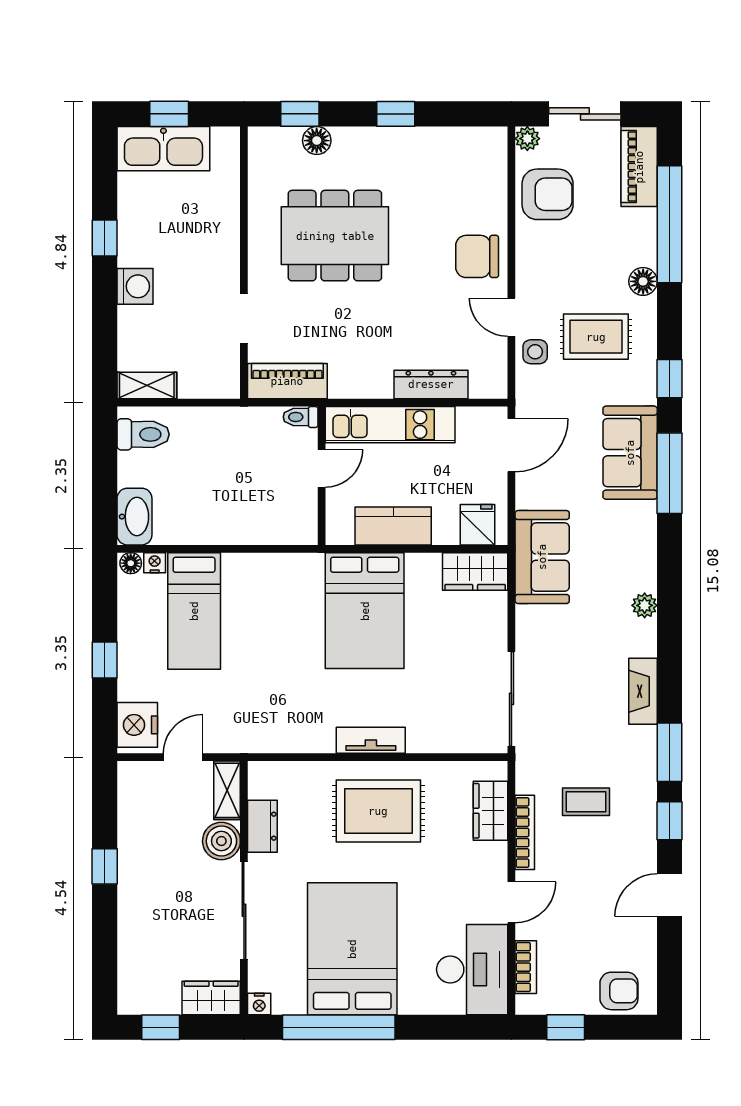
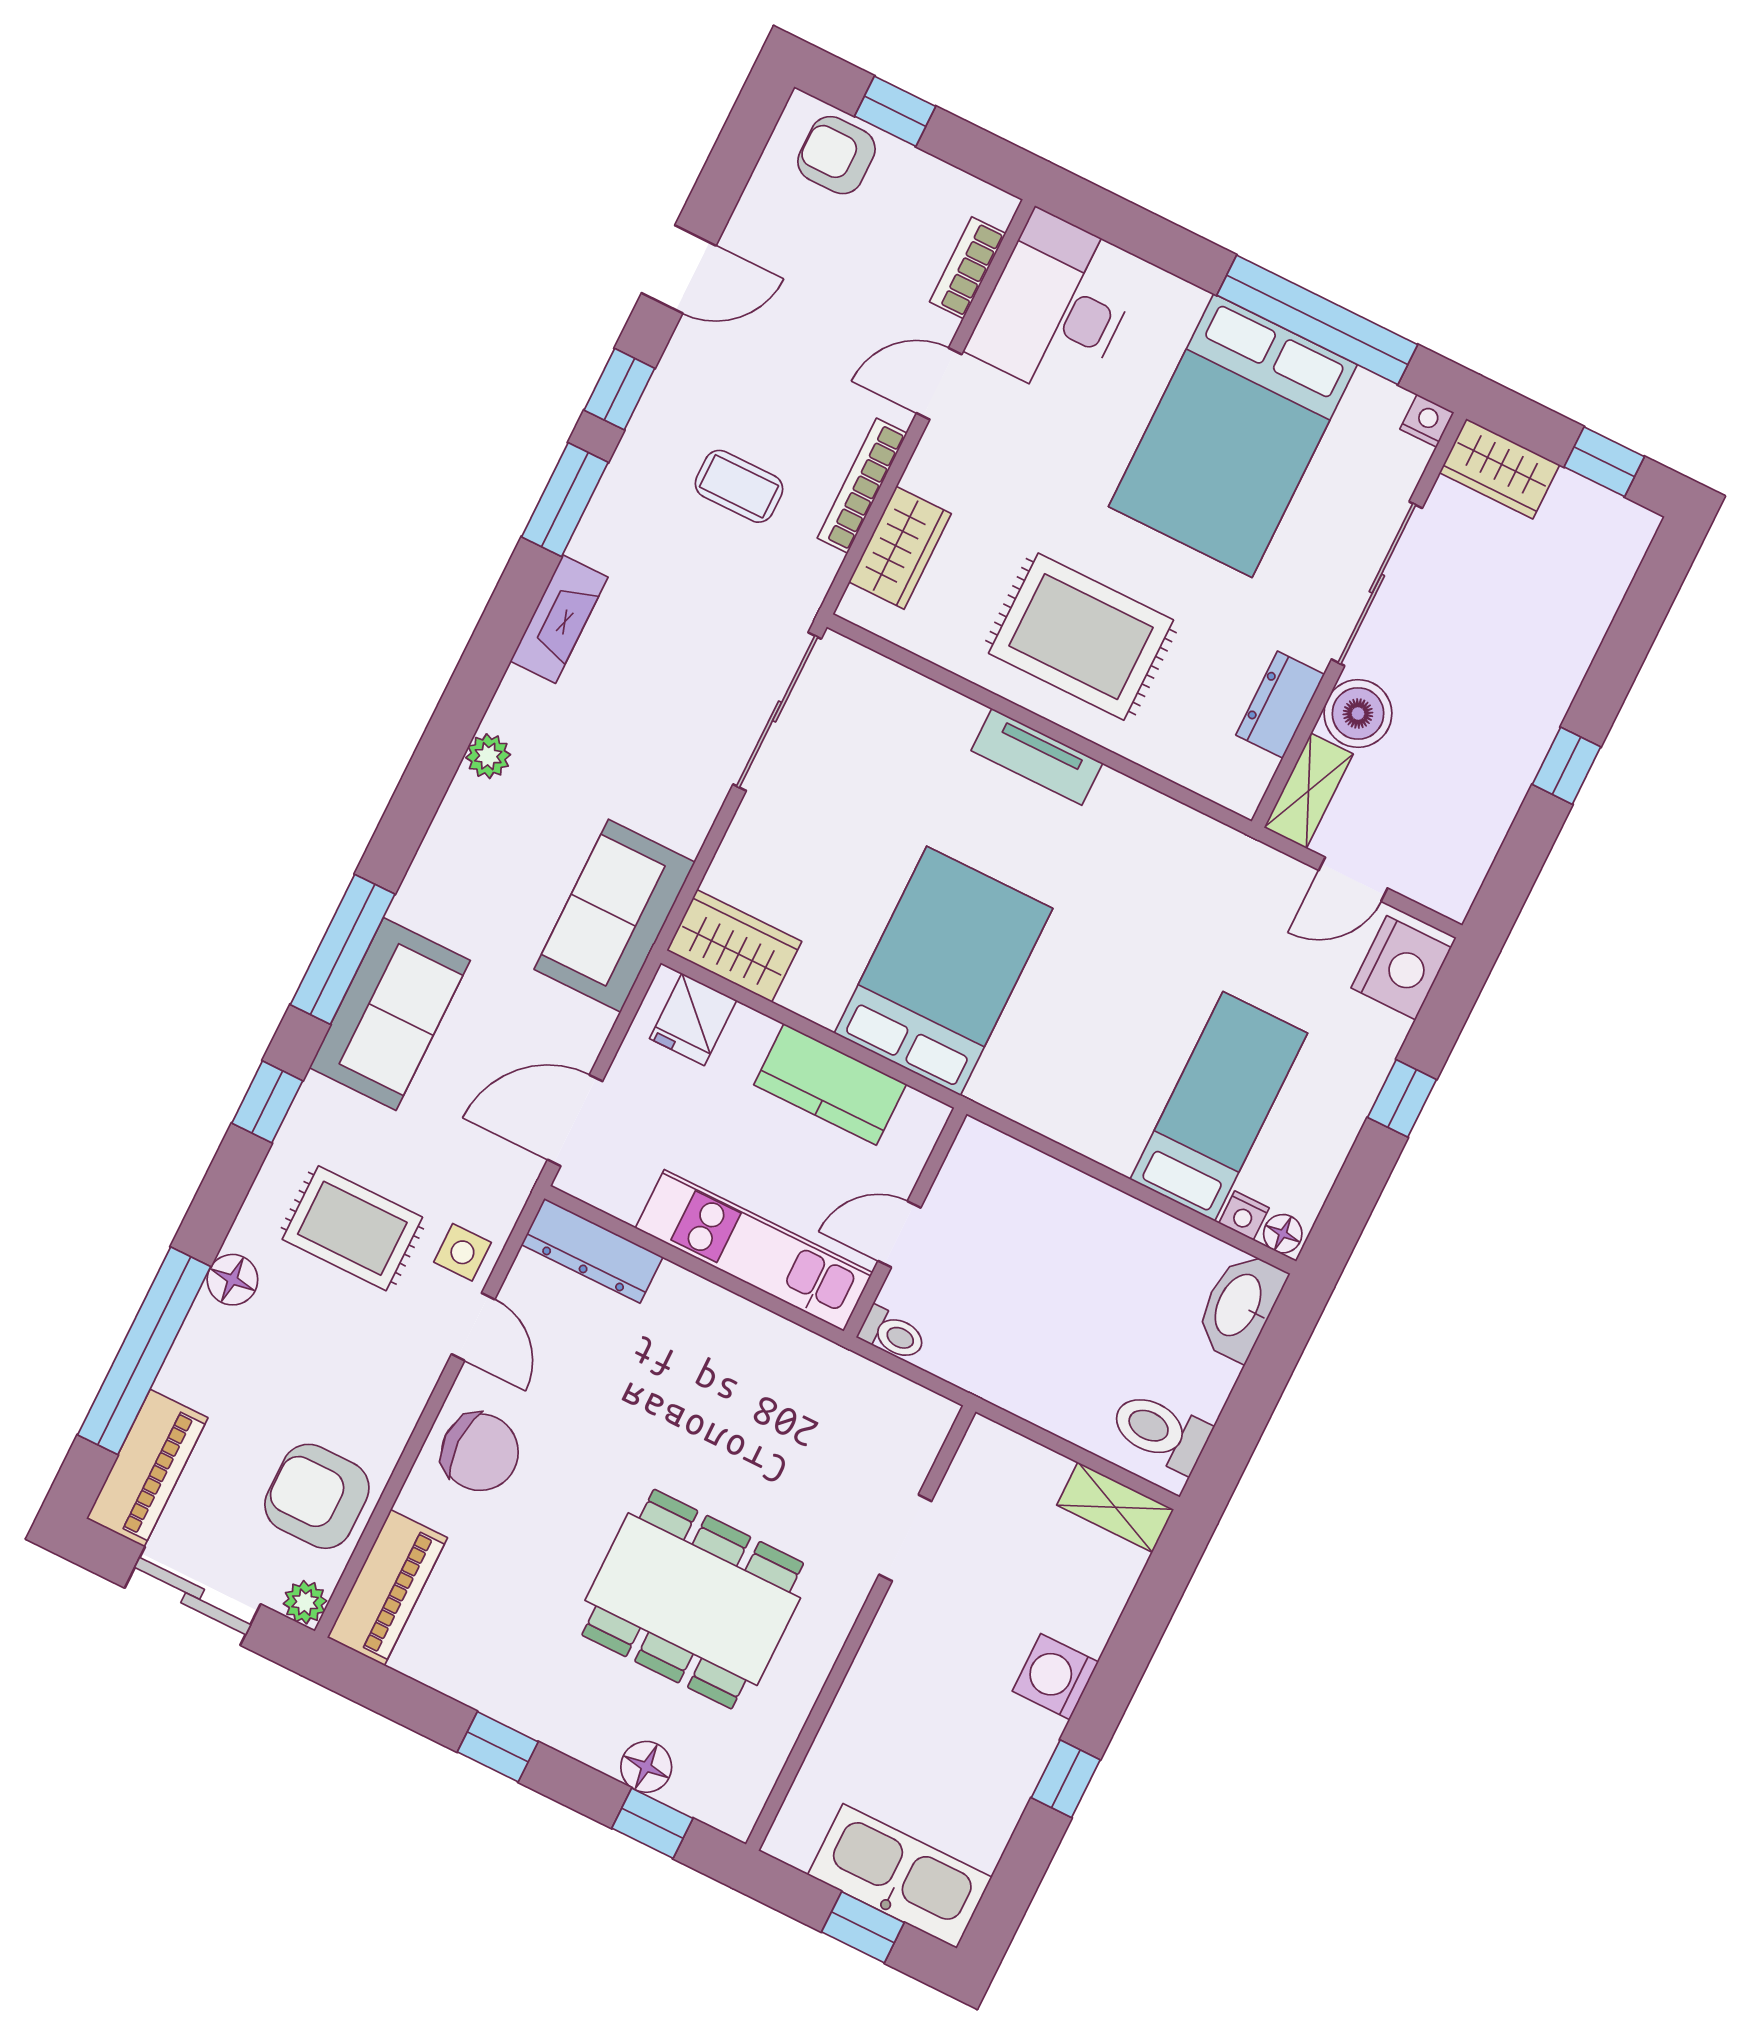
piano: (287, 381) -> (387, 1588), moved, turned -90
dresser: (431, 384) -> (592, 1251), moved
window: (566, 1027) -> (895, 111), moved

